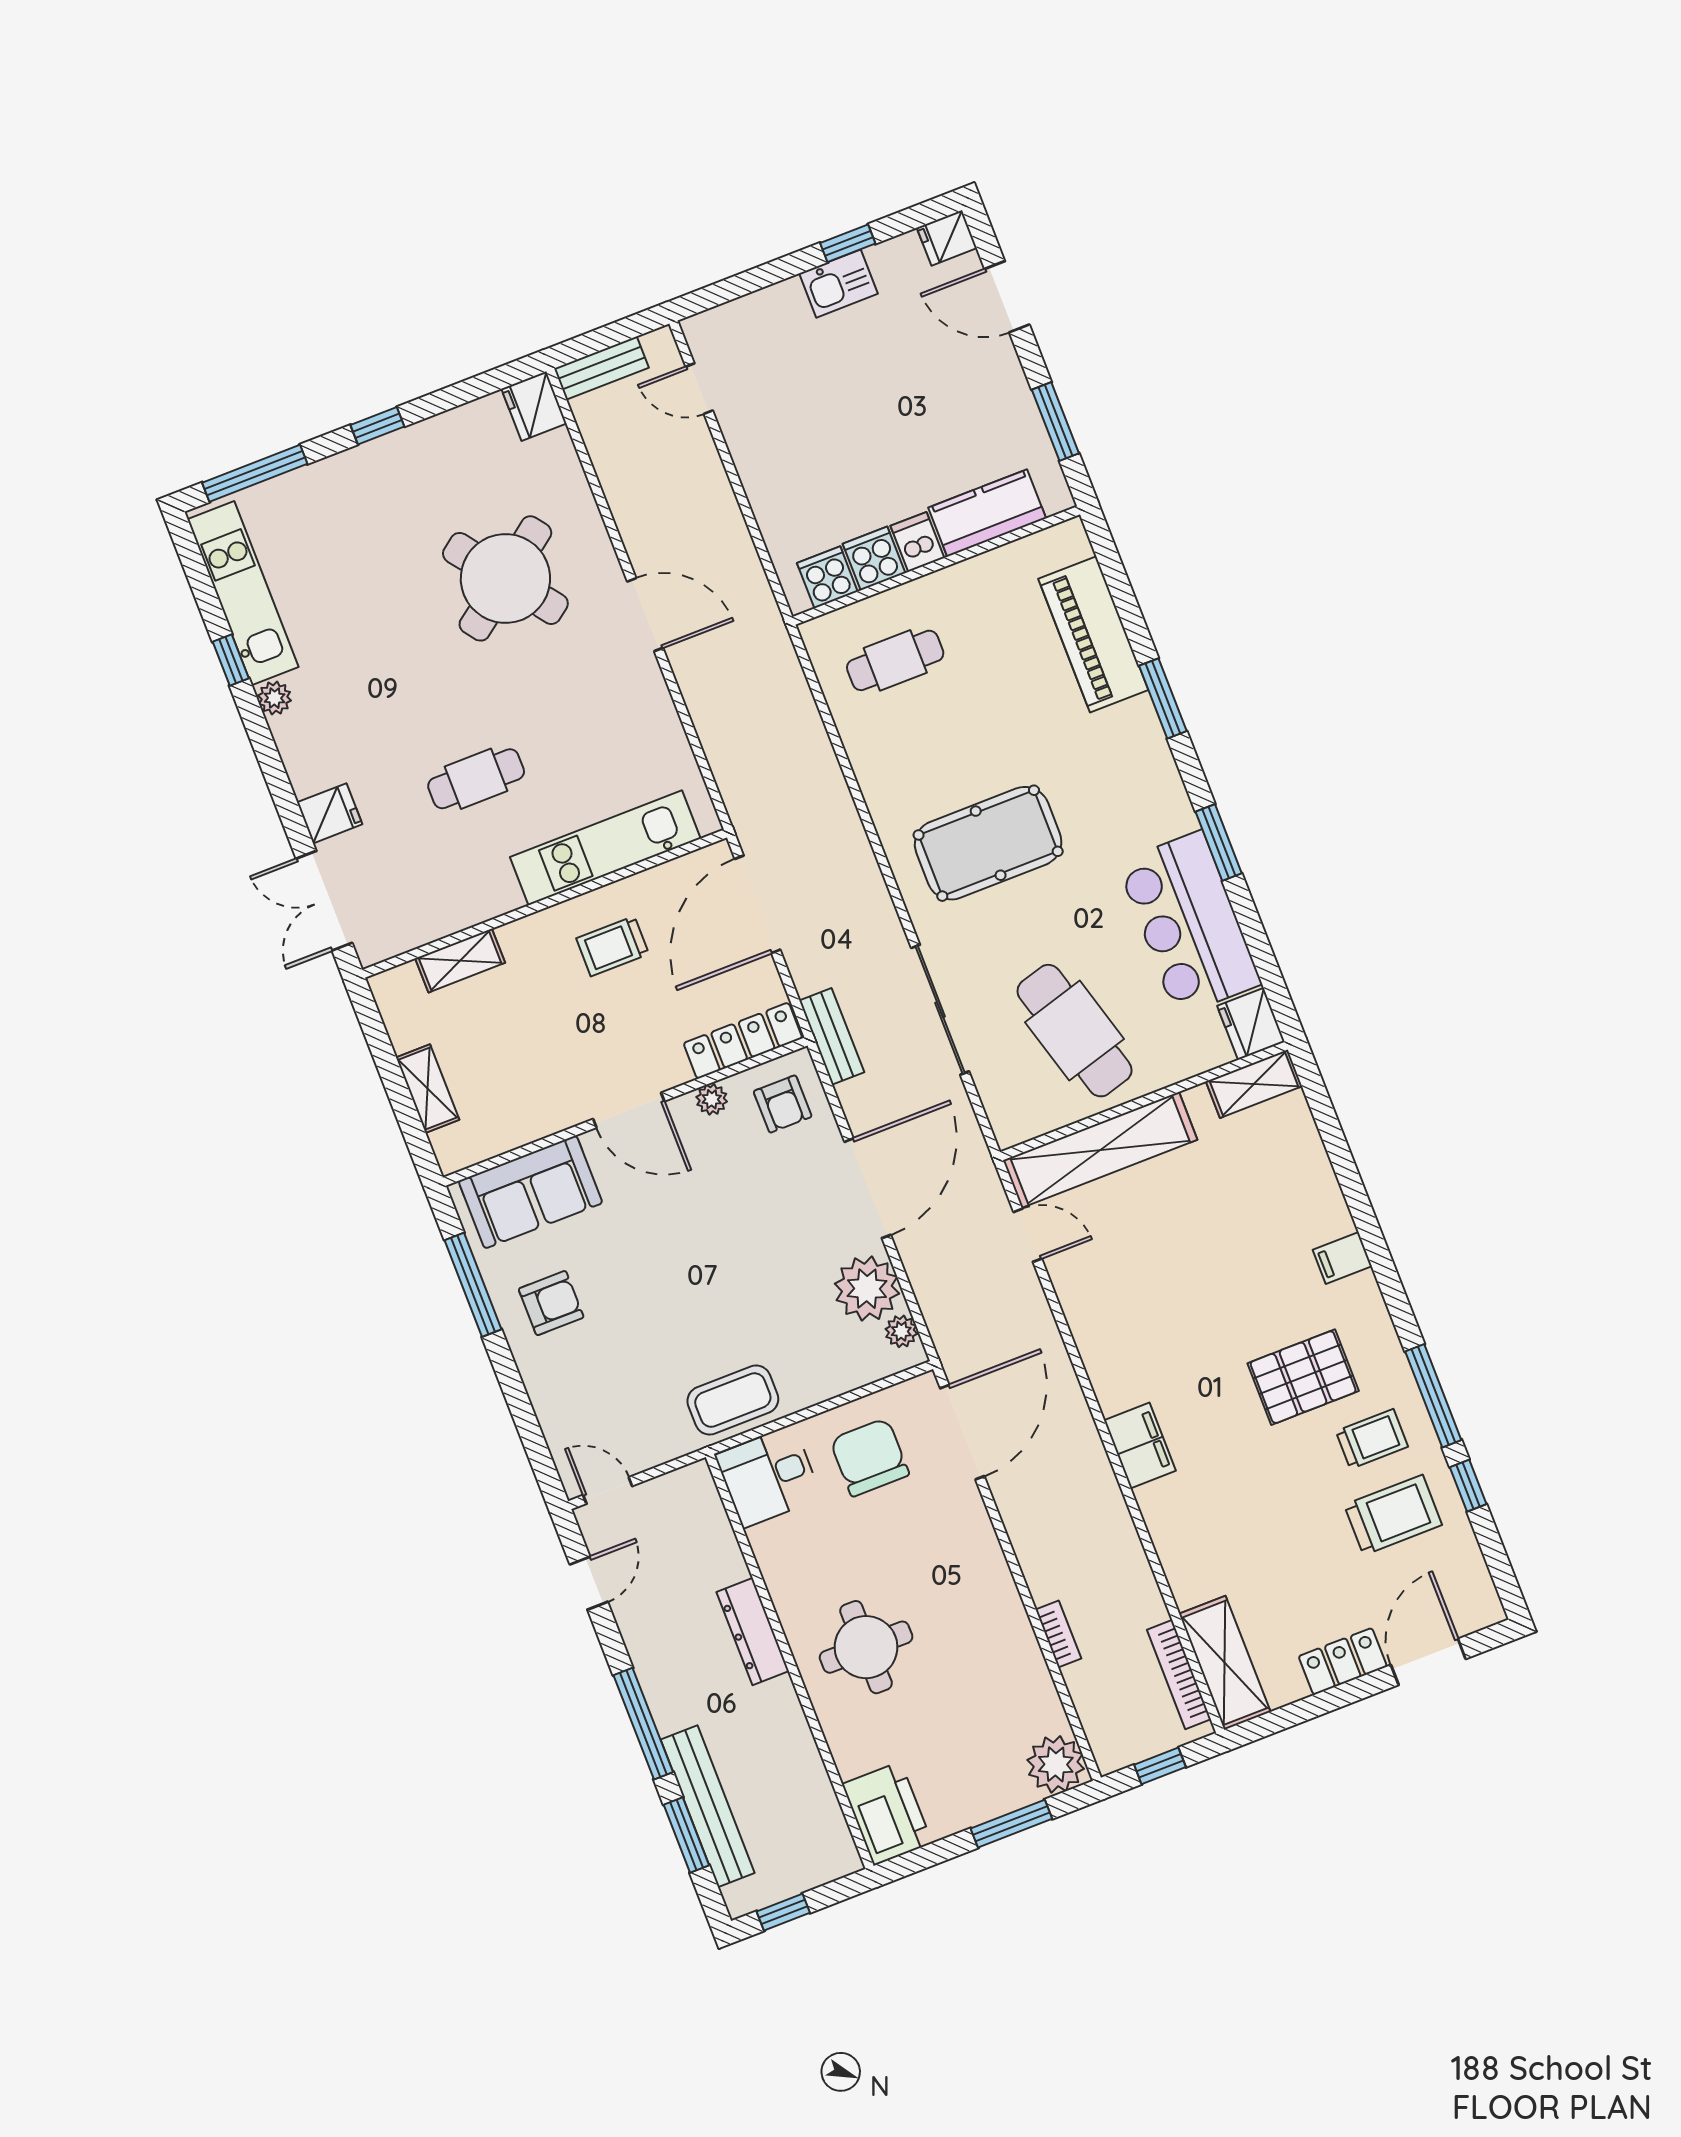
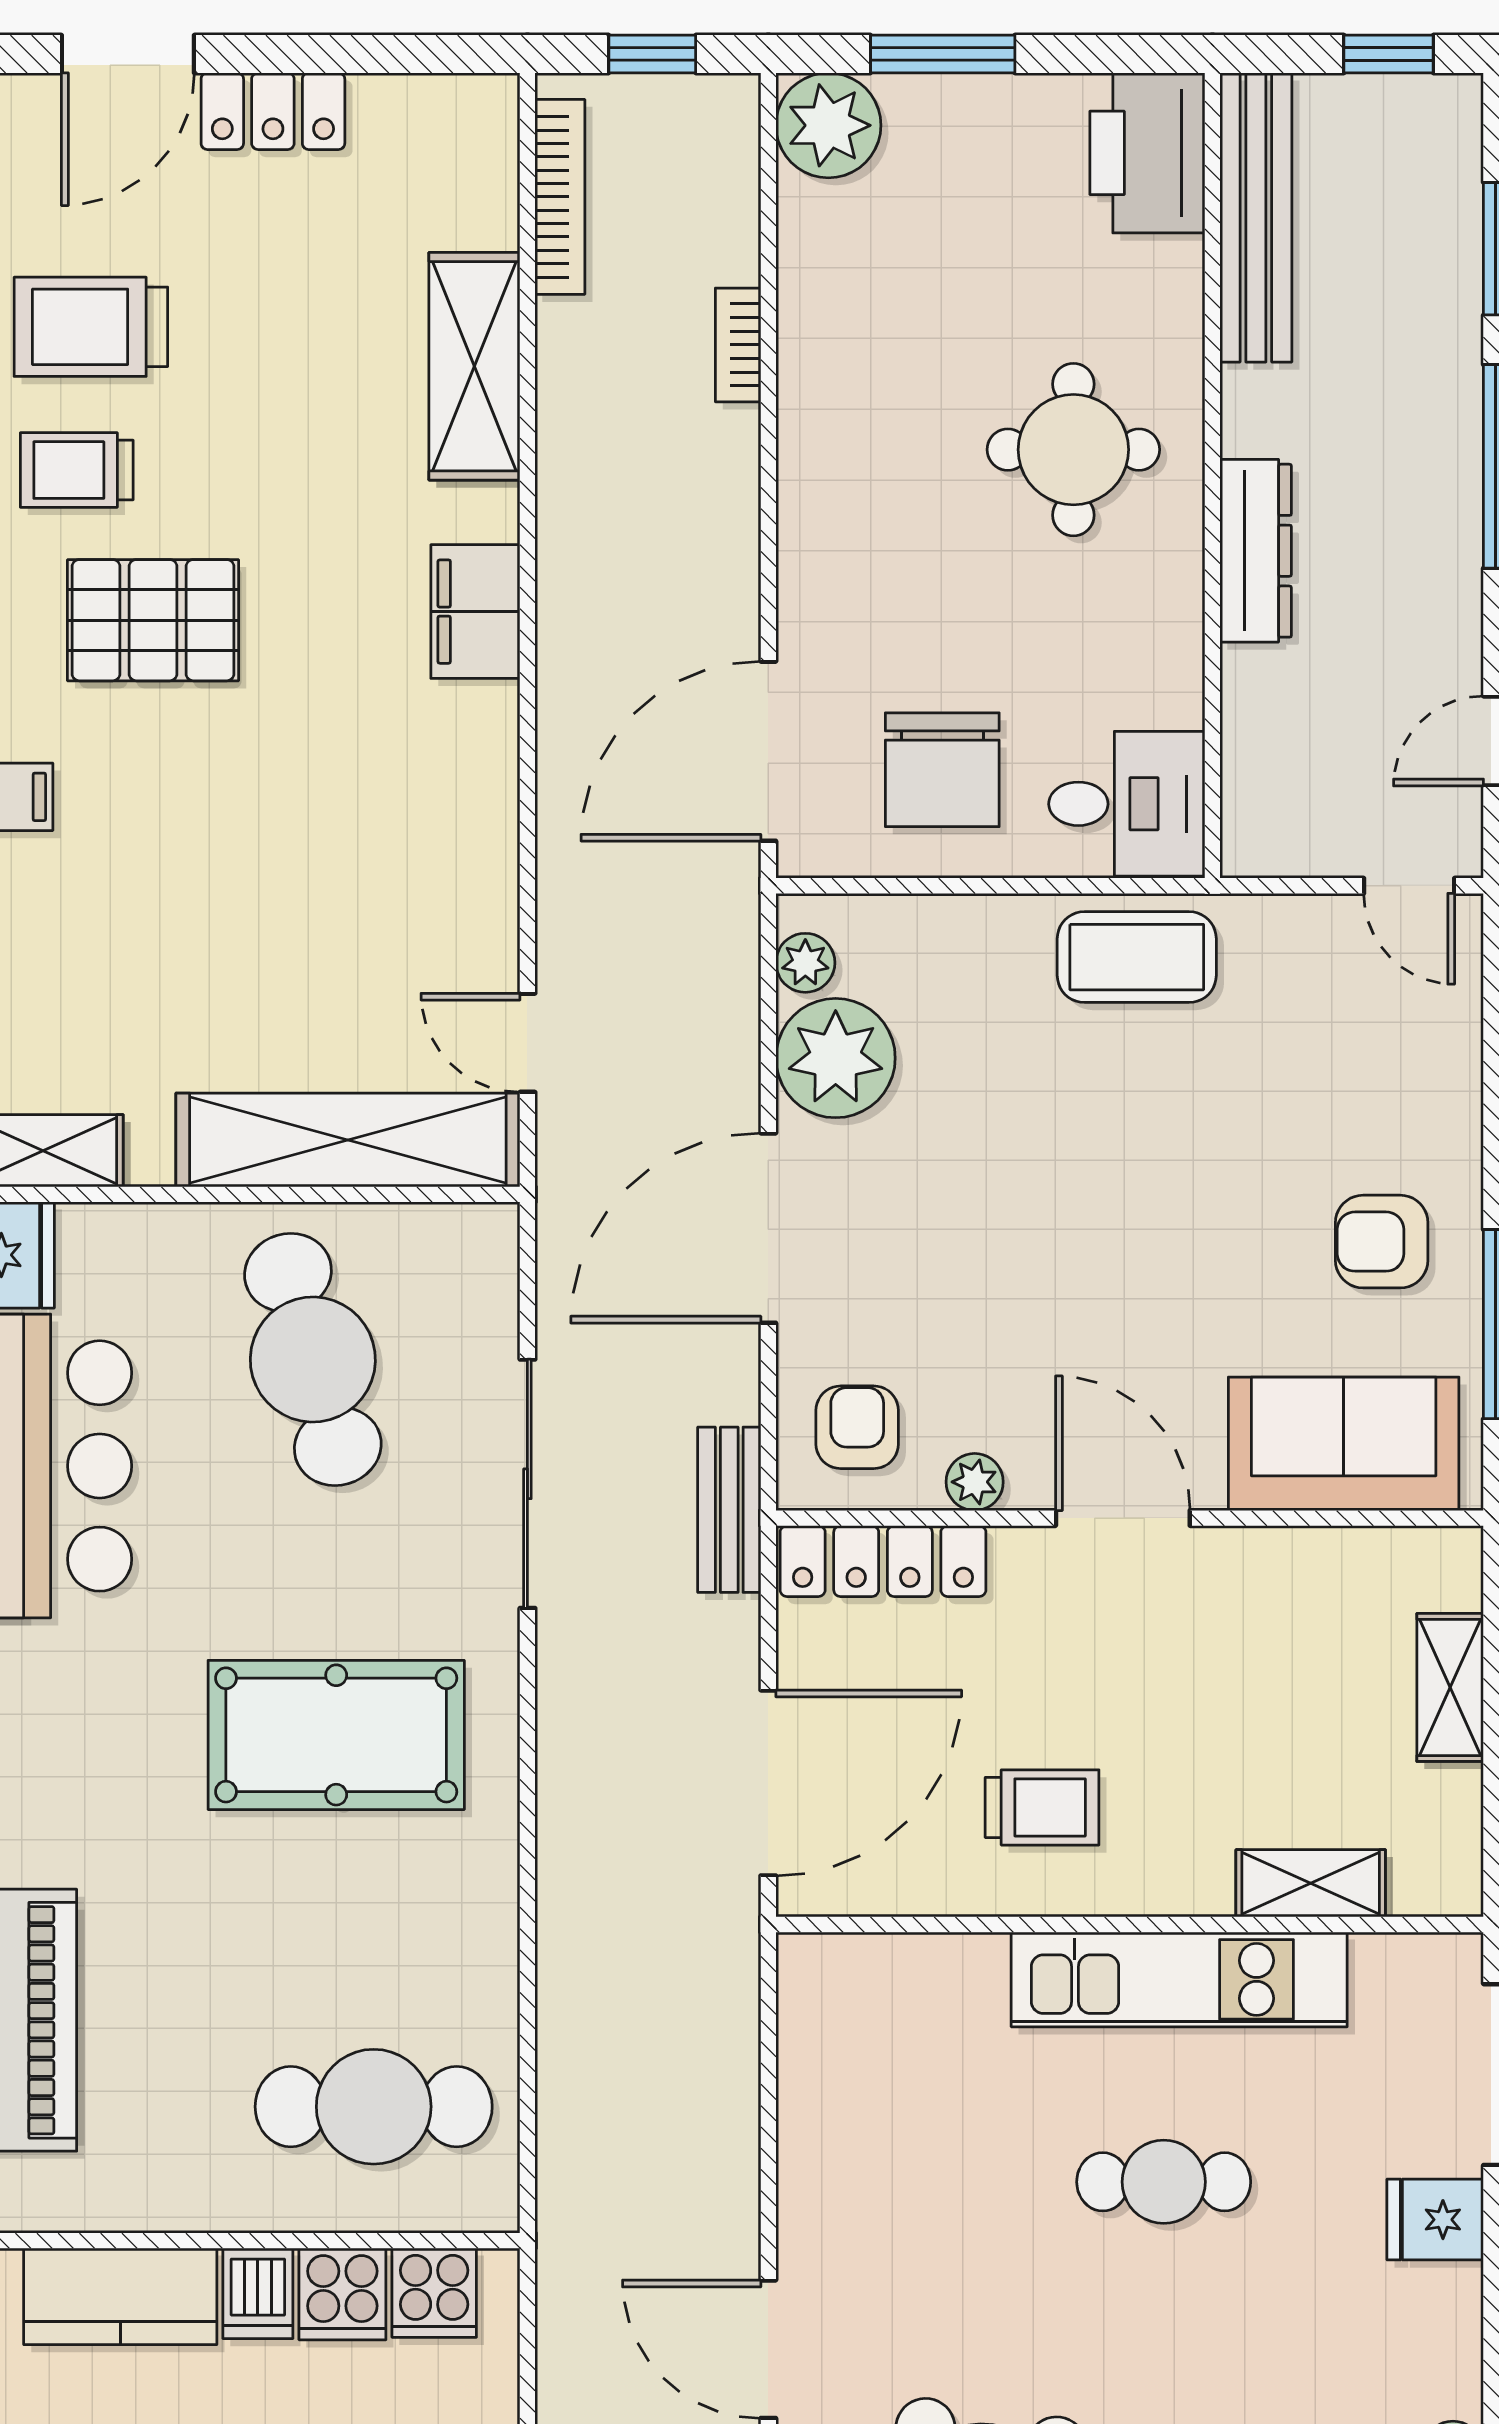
cafe table: (895, 660) -> (374, 2107), width x1.37, depth x1.35
kitchen unit: (605, 848) -> (1179, 1979), moved
shelving: (1225, 1663) -> (474, 366), moved
bench: (708, 1806) -> (1256, 218), moved

